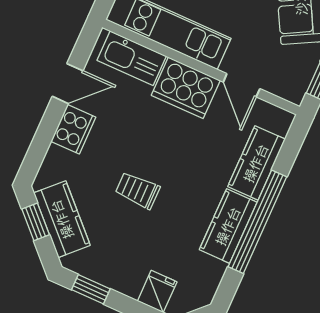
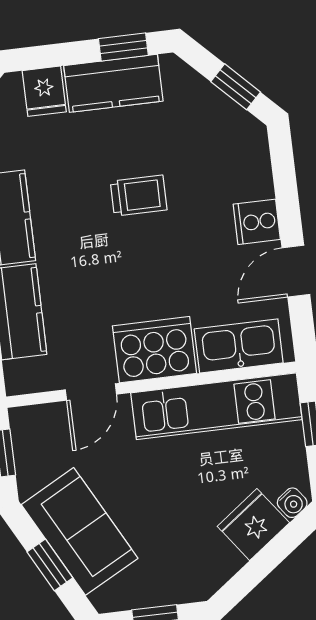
door: (242, 85) -> (91, 392), swing flipped
cooker: (73, 129) -> (257, 222), width x0.73
kitchen counter: (62, 219) -> (113, 83), moved, turned -45

